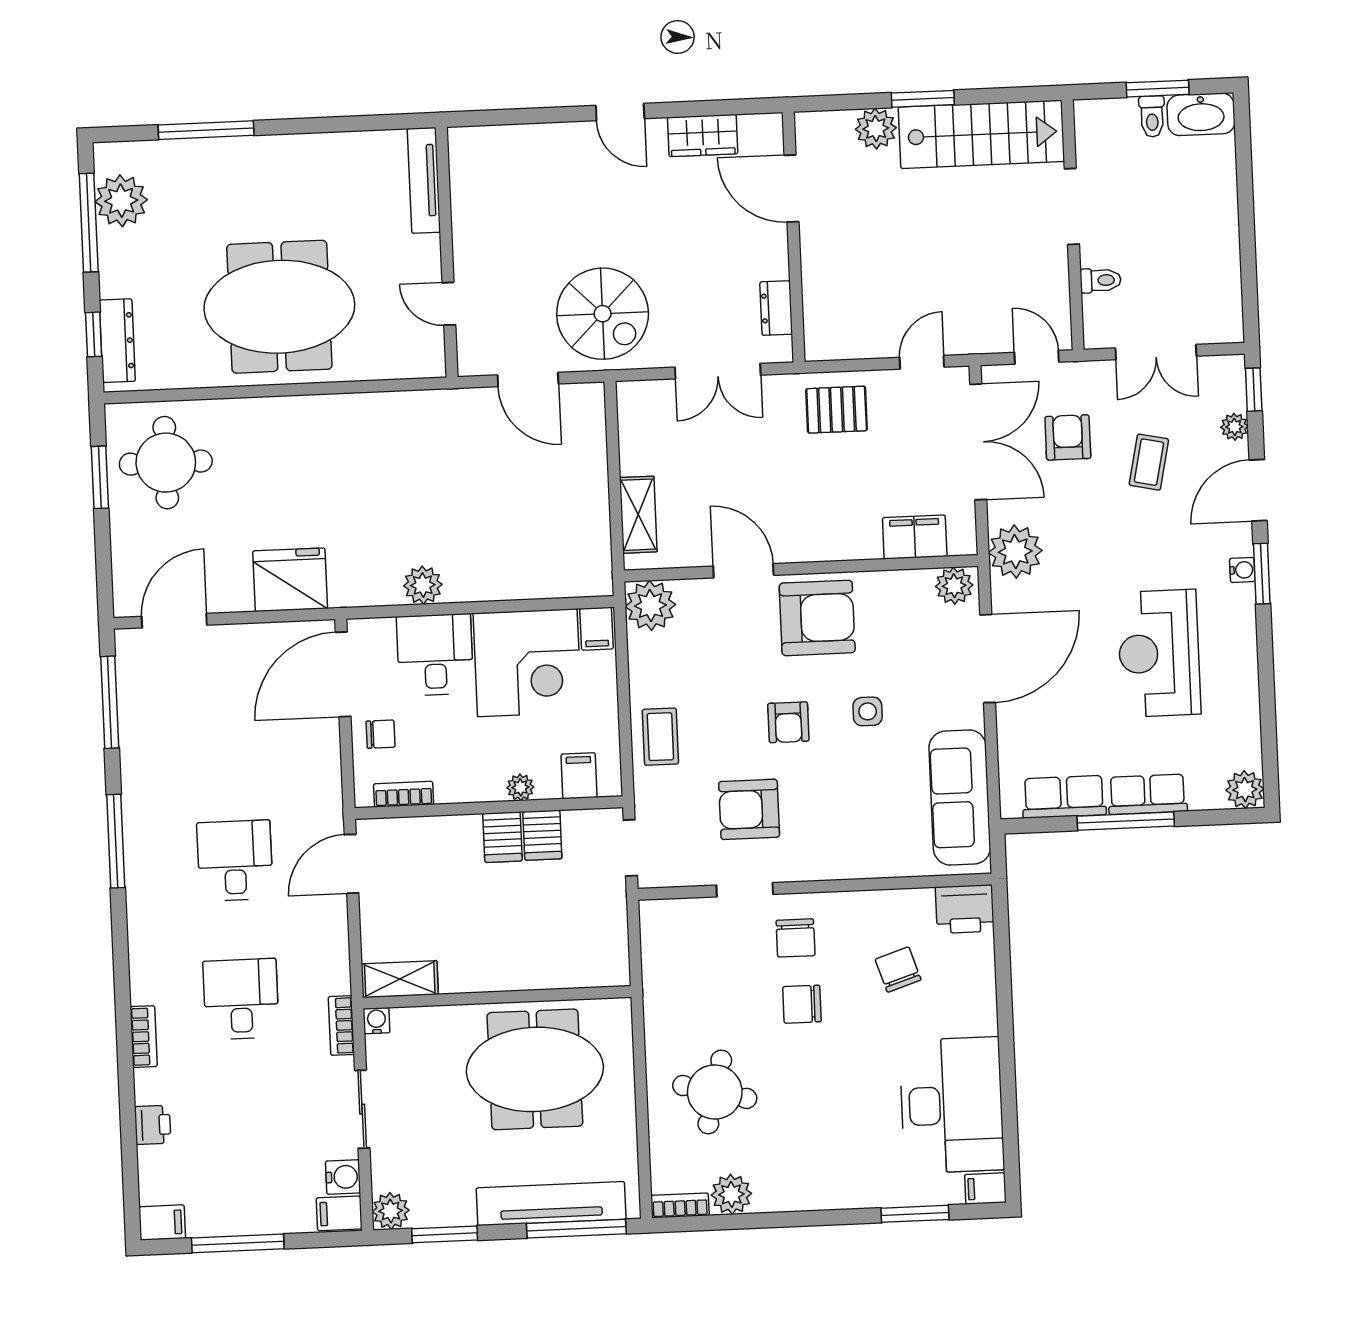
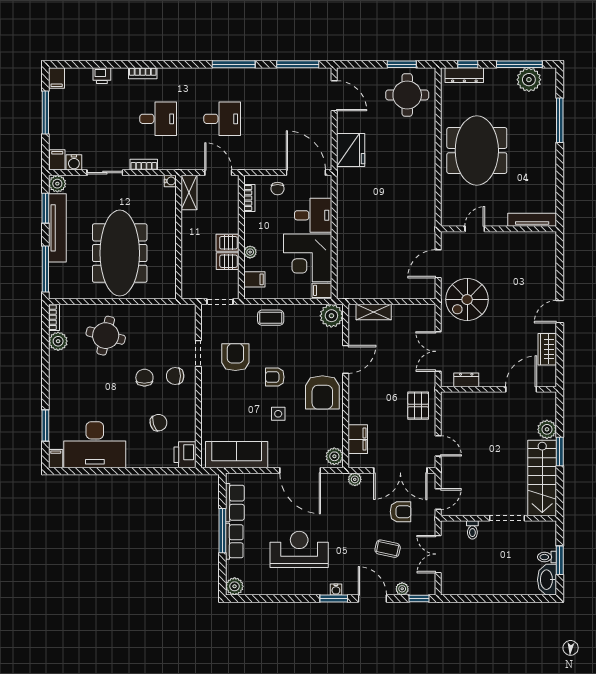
plant: (1015, 552) -> (355, 479), width x0.53, depth x0.53
plant: (423, 585) -> (345, 211), removed
shelving: (400, 979) -> (189, 193), moved
wall: (497, 997) -> (179, 237), moved
water cooler: (376, 1021) -> (170, 181), moved
meeting table: (535, 1069) -> (120, 253), width x1.36
tv unit: (551, 1204) -> (57, 228), moved

